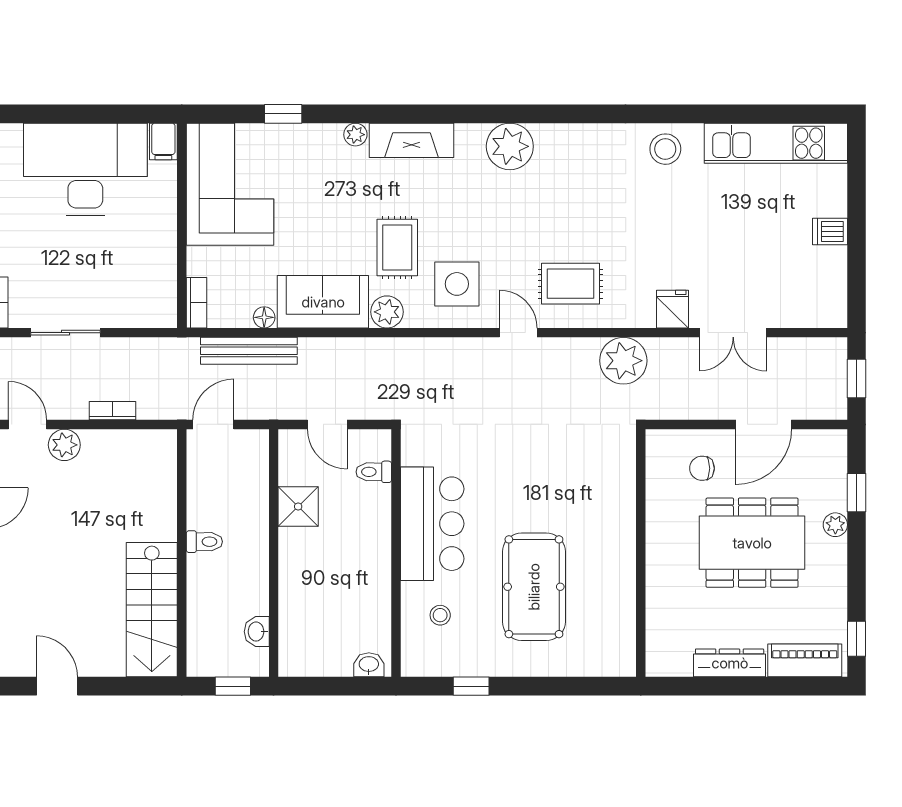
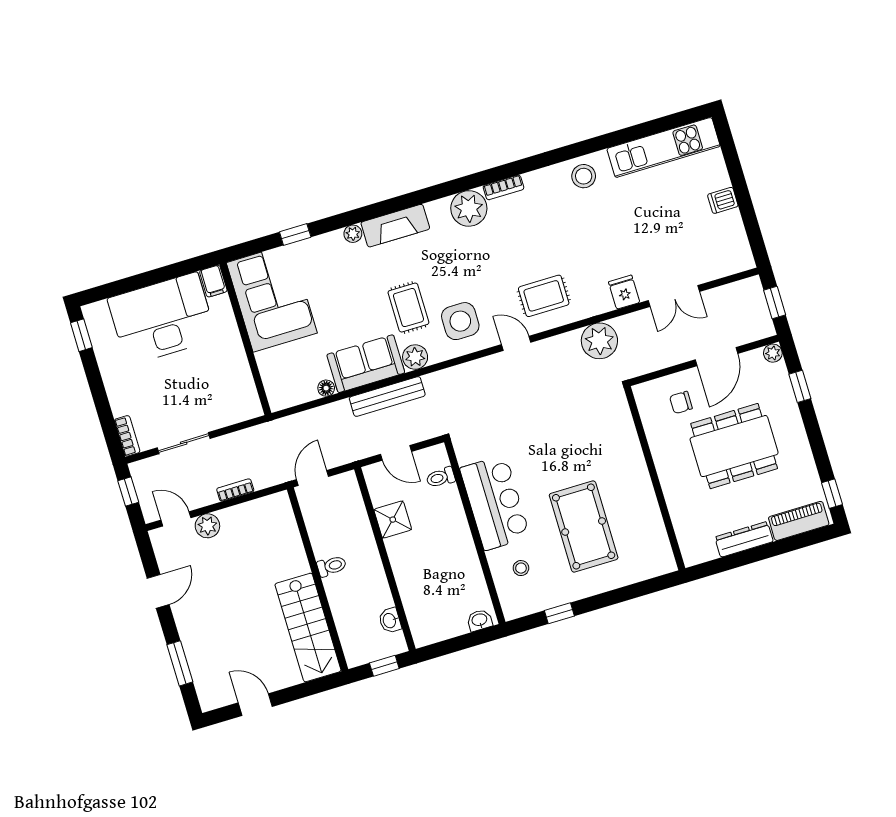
bookcase: (196, 303) -> (503, 187), moved, turned 90
bench: (249, 351) -> (387, 396), moved
plant: (835, 525) -> (773, 353), moved

